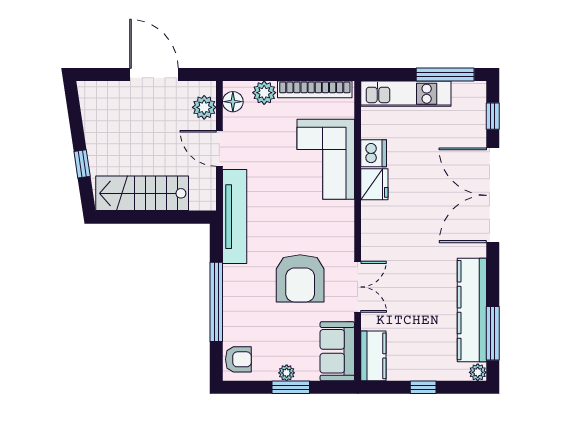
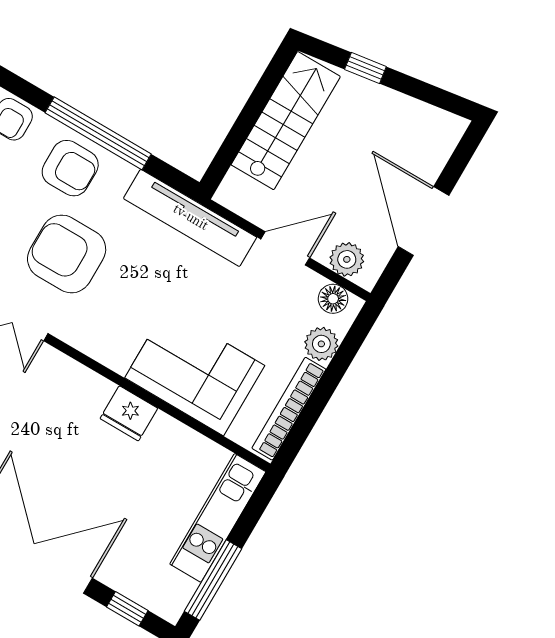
door: (154, 75) -> (424, 221), swing flipped
dishwasher: (374, 153) -> (168, 435), removed
armchair: (247, 307) -> (70, 168), added

